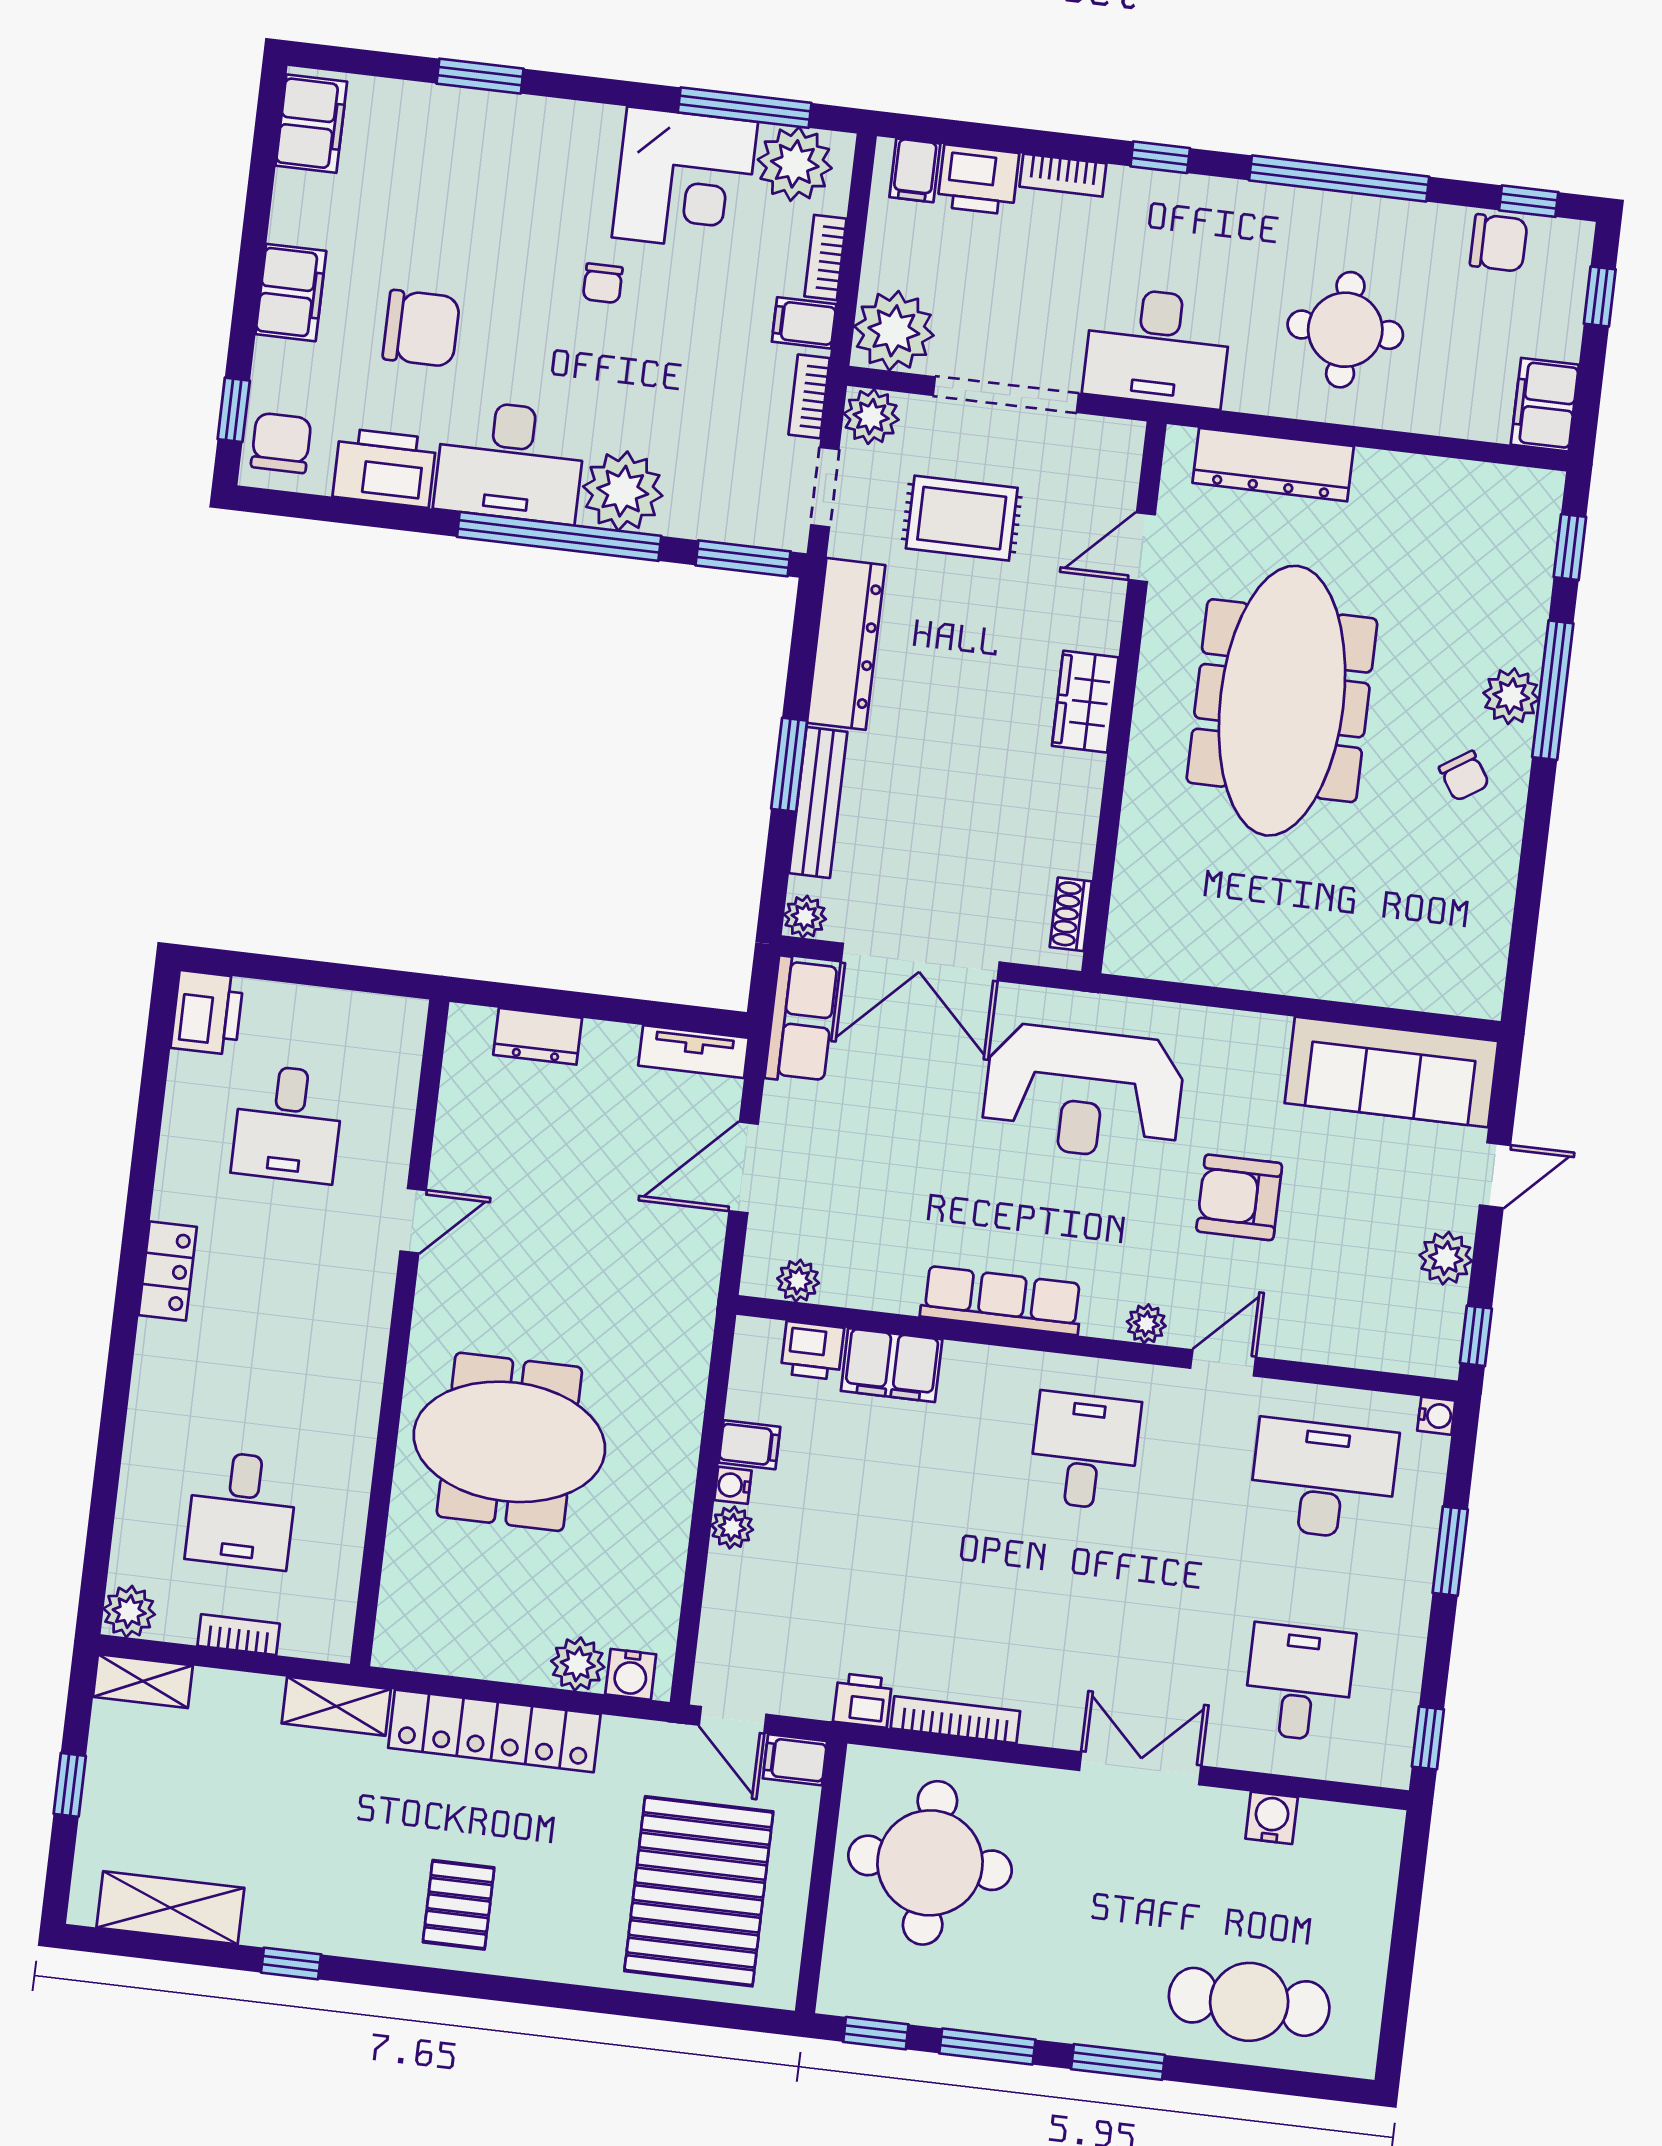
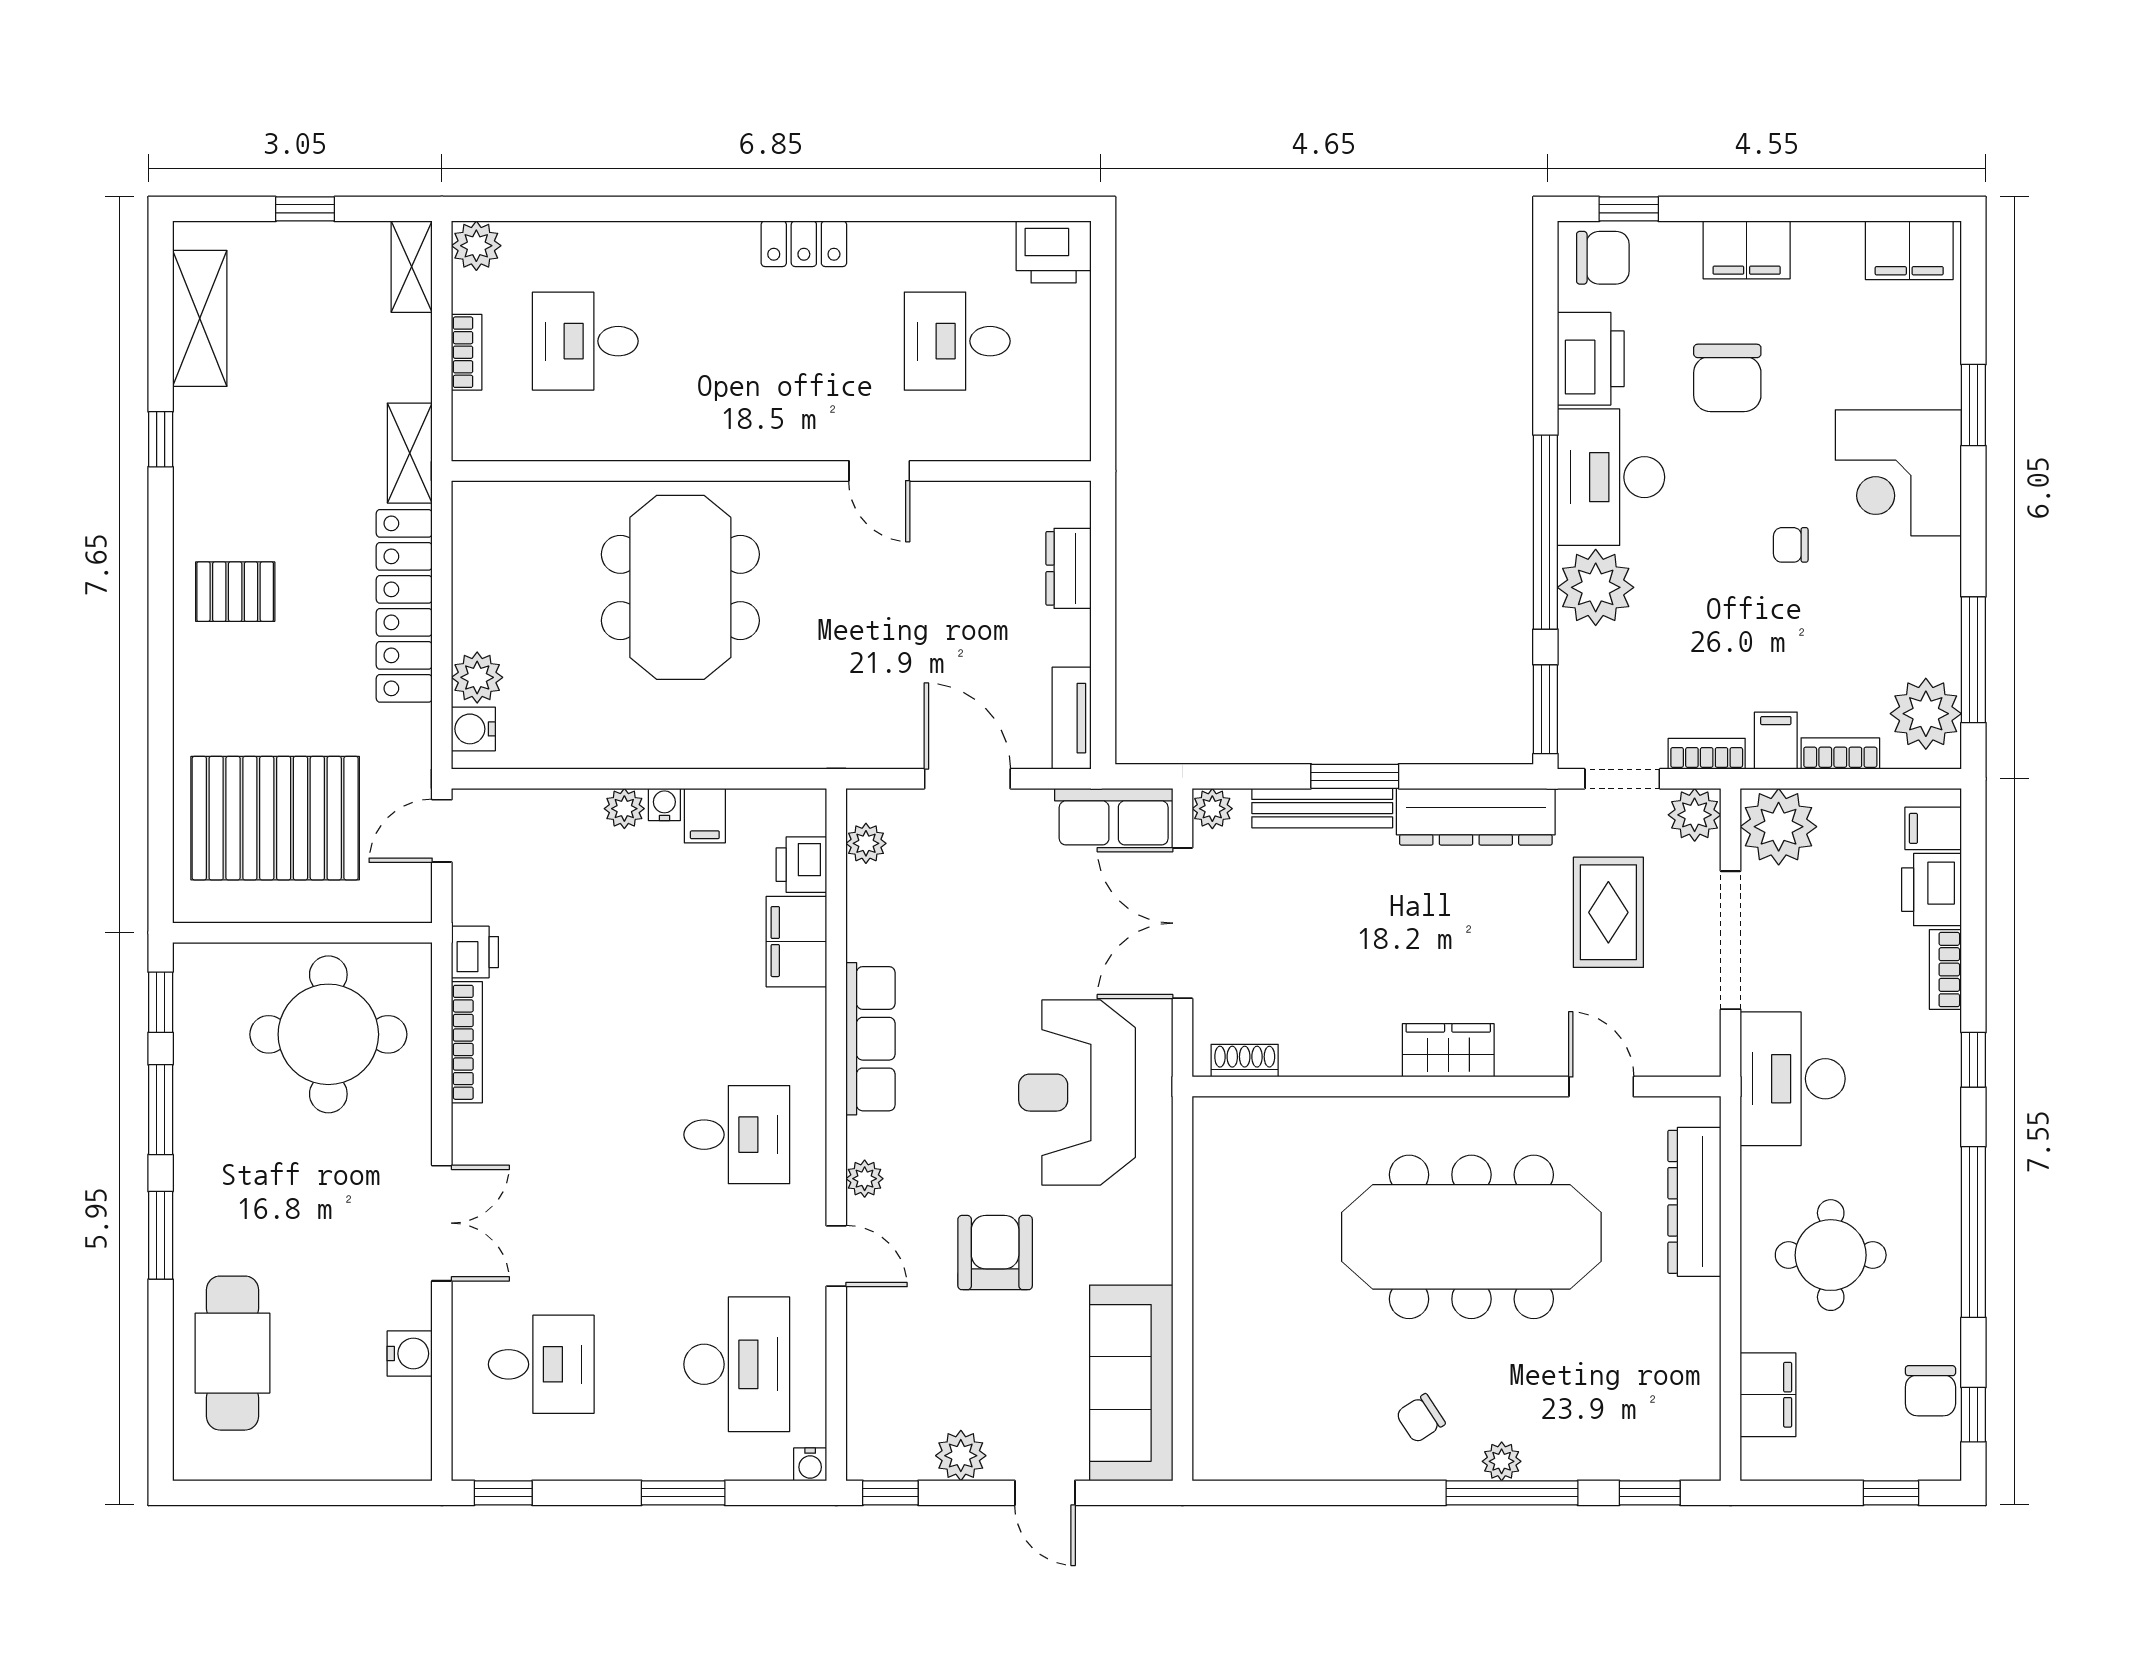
corner desk: (685, 180) -> (1898, 473), moved
filing cabinet: (1545, 405) -> (1768, 1395), moved, turned 90
plant: (1511, 696) -> (1502, 1461), width x0.73, depth x0.73
filing cabinet: (795, 1760) -> (411, 895), removed

